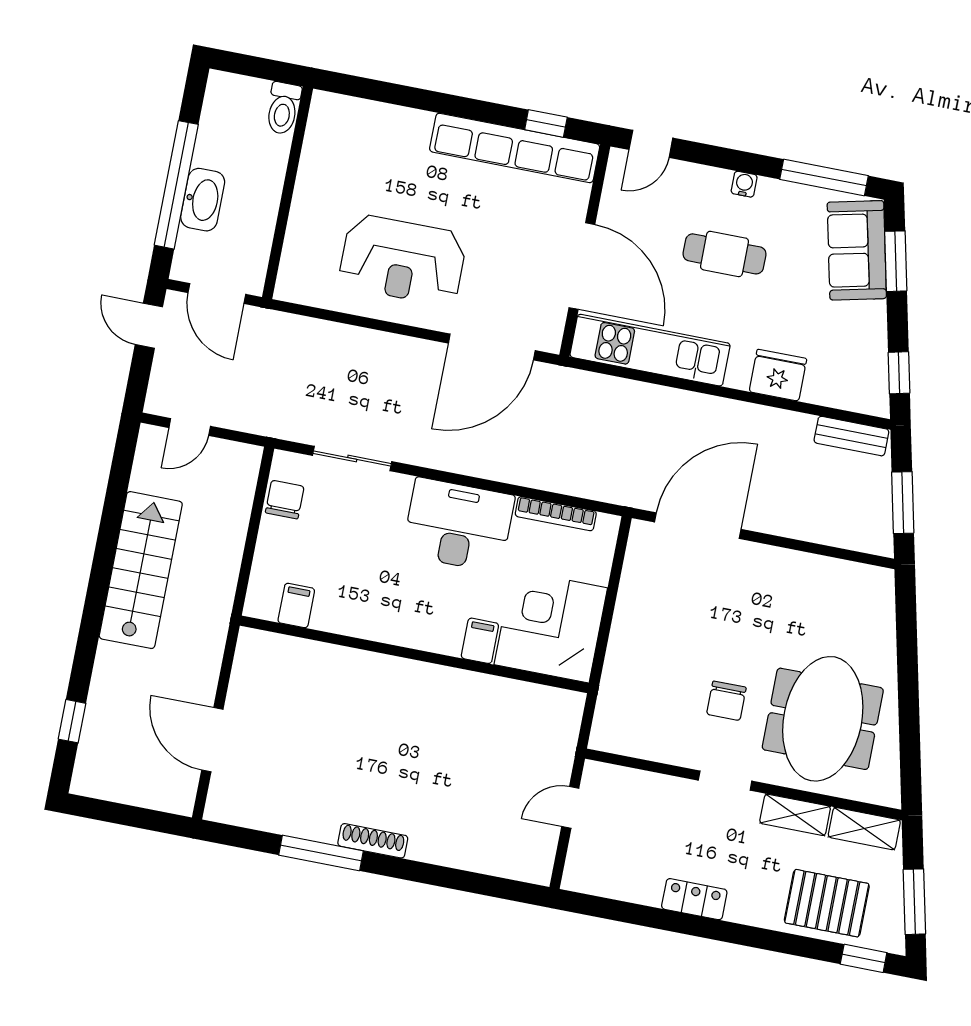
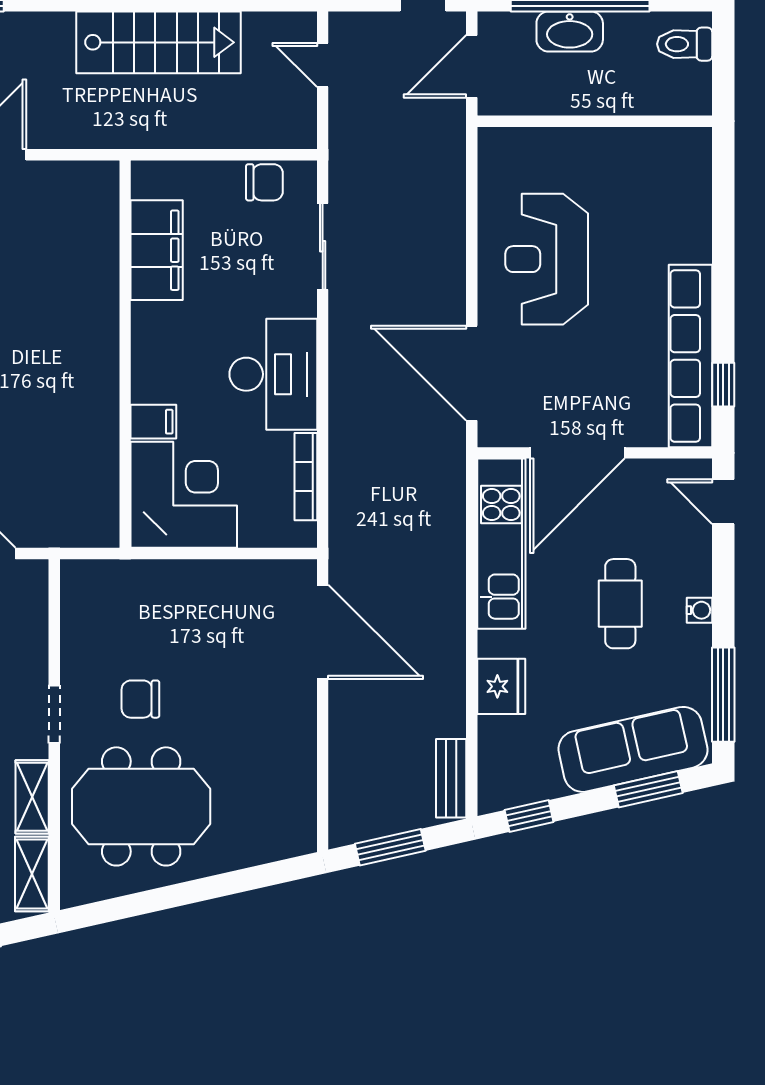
toilet: (283, 108) -> (685, 44), moved
sofa: (857, 250) -> (633, 749), width x1.36
filing cabinet: (296, 606) -> (157, 250), width x3.00, depth x1.17

